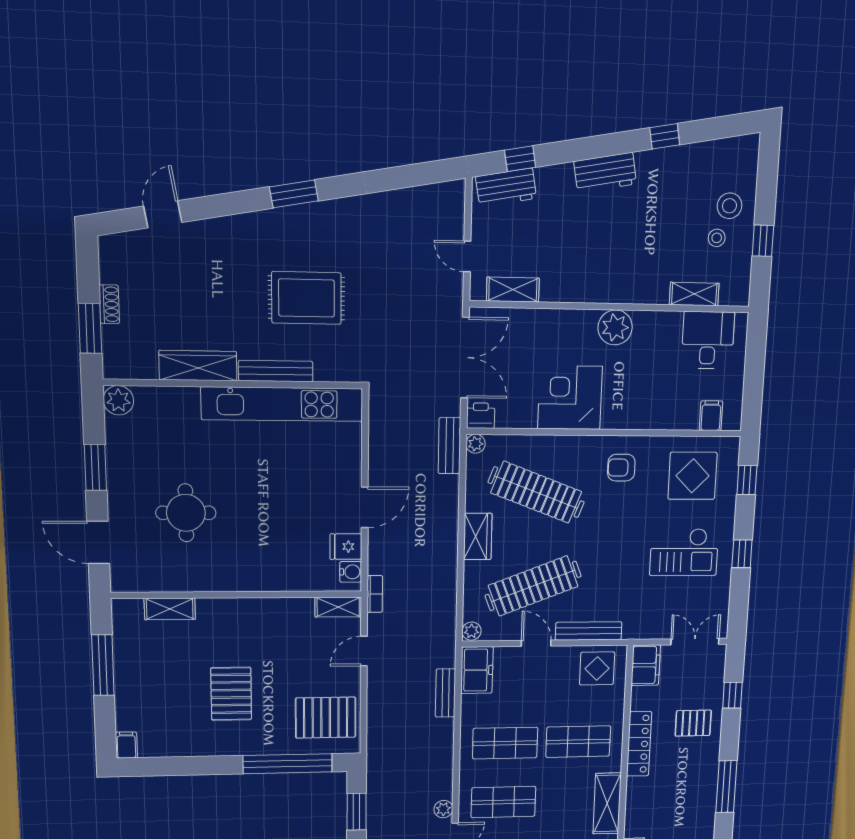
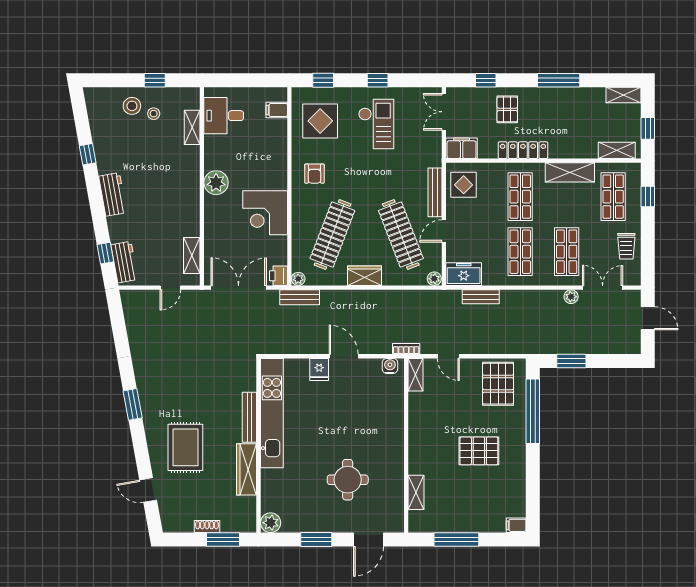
rug: (306, 298) -> (185, 447), moved
fridge: (346, 547) -> (319, 369), moved

